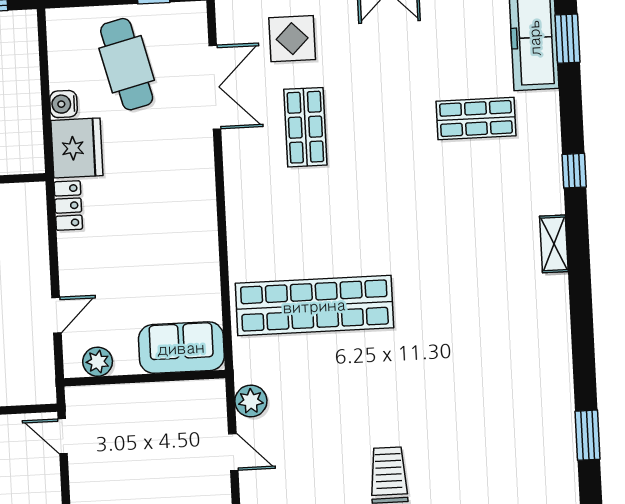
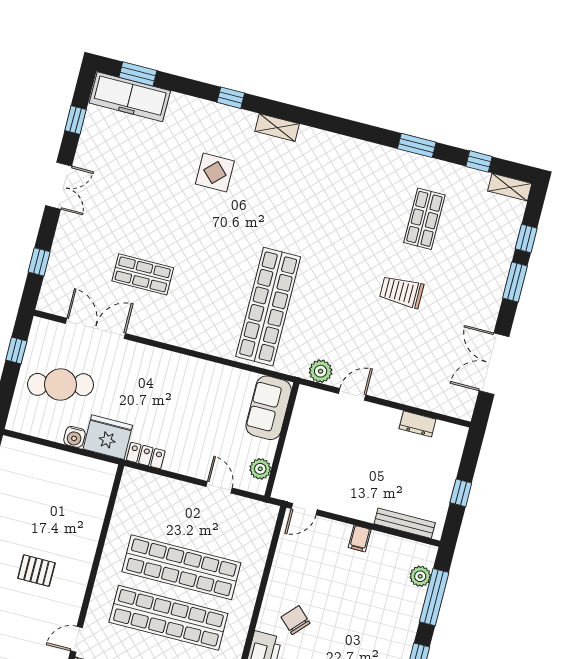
display table: (292, 39) -> (215, 173), moved
shop shelf: (476, 119) -> (424, 219), moved

